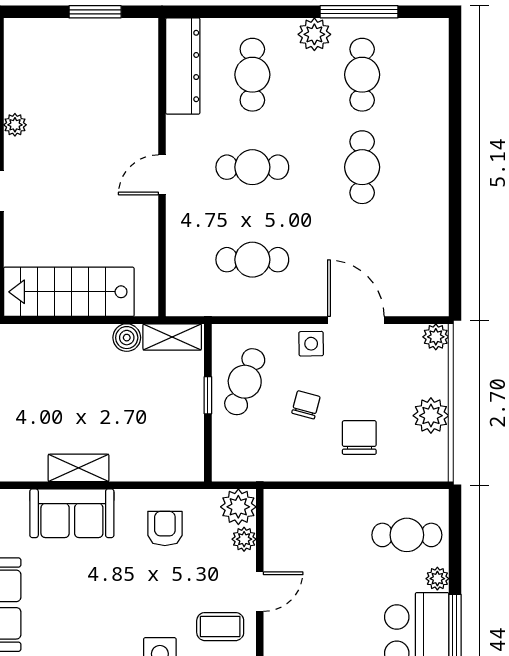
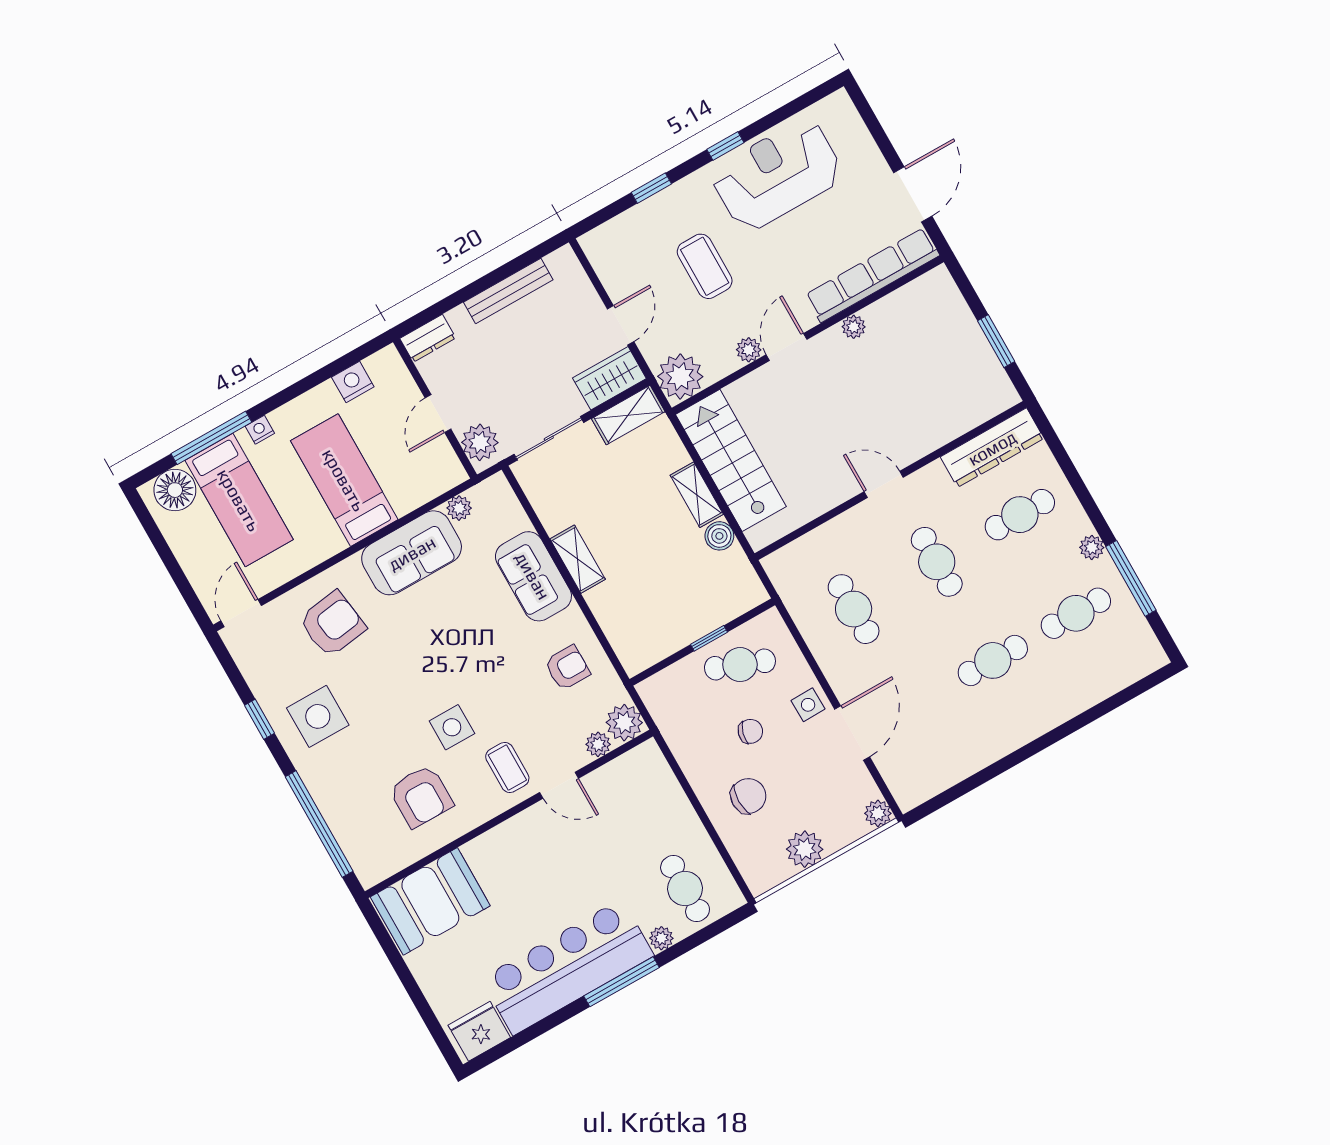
plant: (314, 34) -> (1092, 547), width x0.73, depth x0.73
shelving: (172, 337) -> (697, 495), moved

